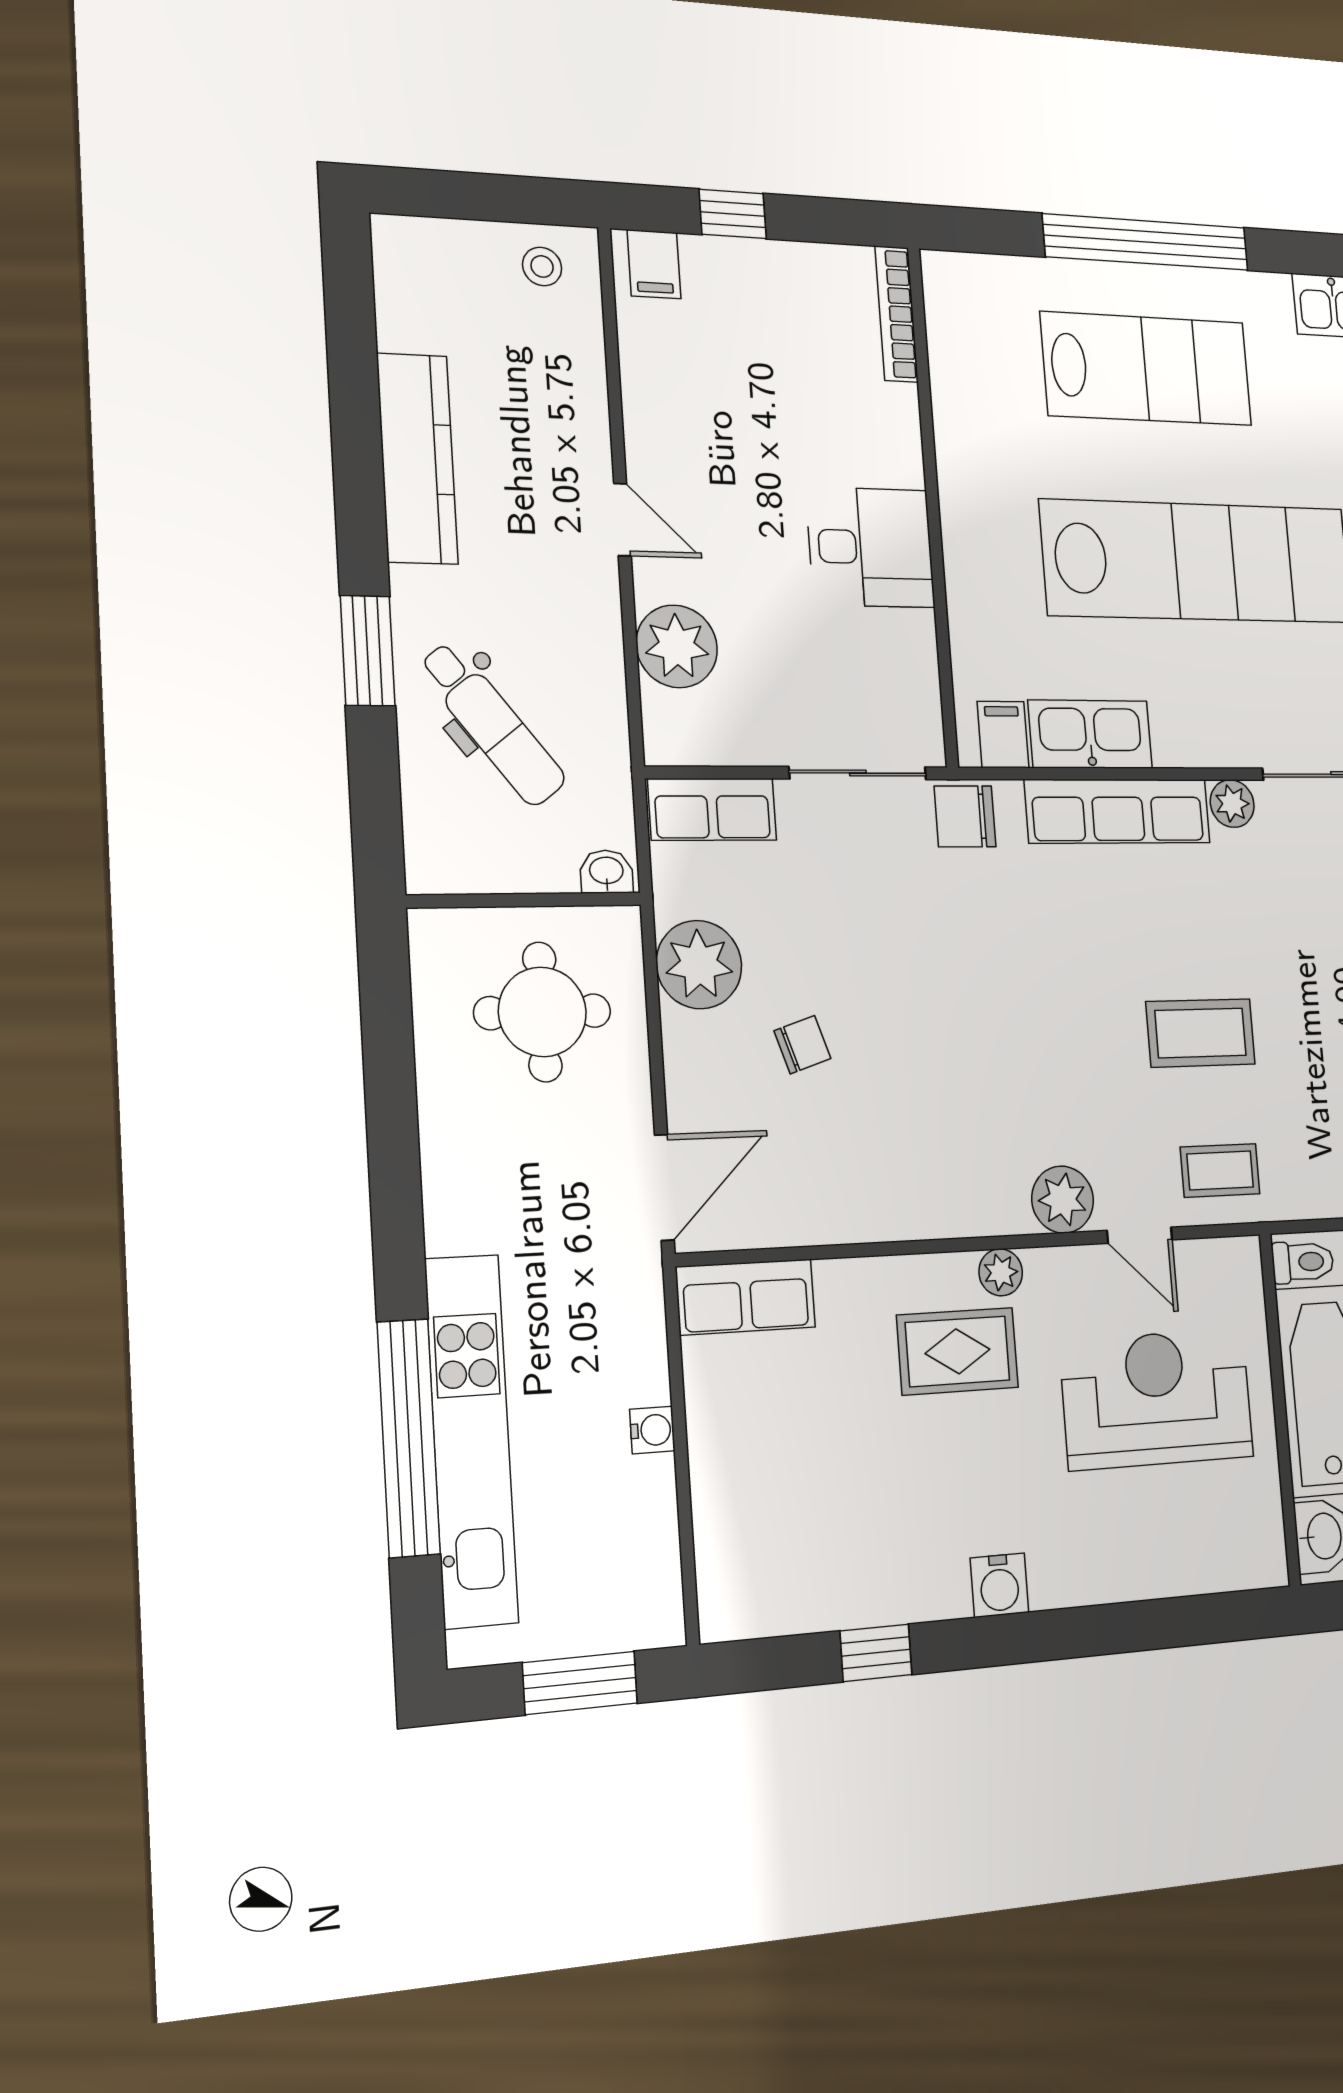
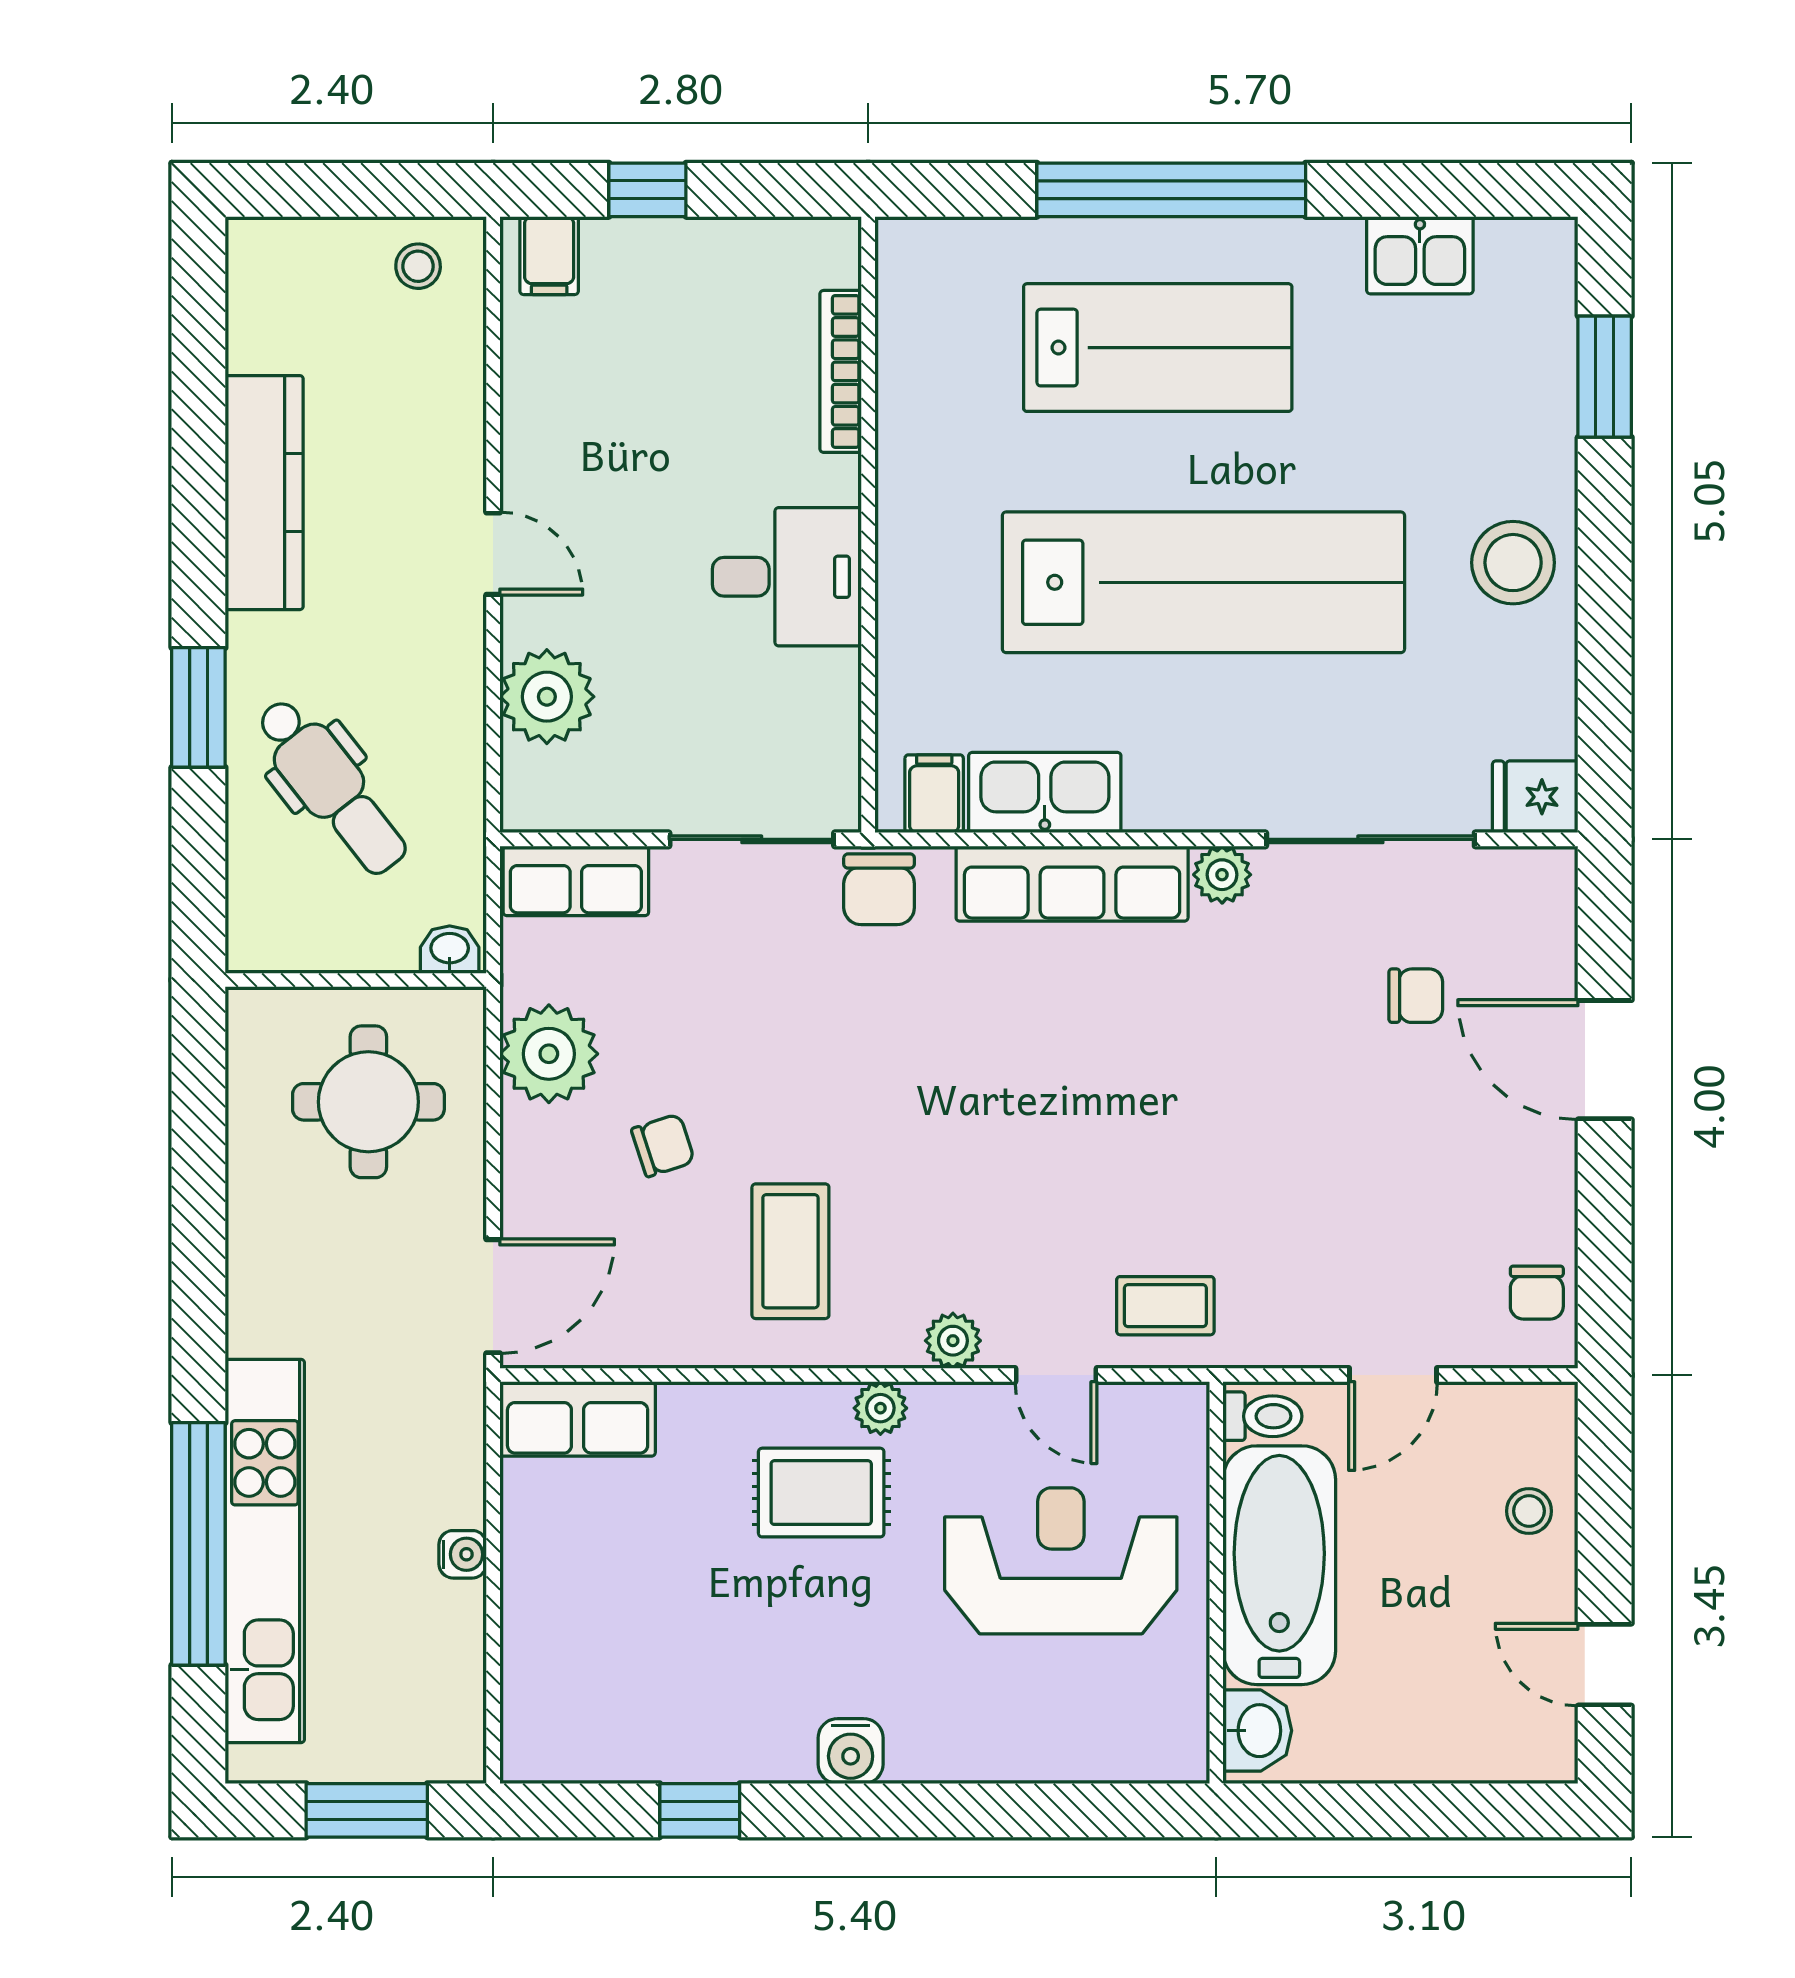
bookcase: (897, 314) -> (841, 371), moved
chair: (965, 816) -> (879, 889), turned -90
coffee table: (1201, 1033) -> (790, 1251), moved, turned 90
plant: (1063, 1200) -> (953, 1341), width x0.73, depth x0.73

